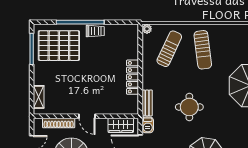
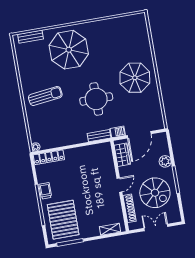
sun lounger: (169, 49) -> (49, 125), removed
locker: (133, 77) -> (49, 157), moved
round table: (189, 107) -> (96, 99), width x1.36, depth x1.36

